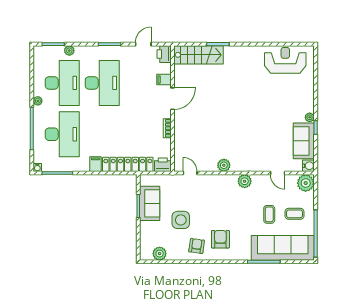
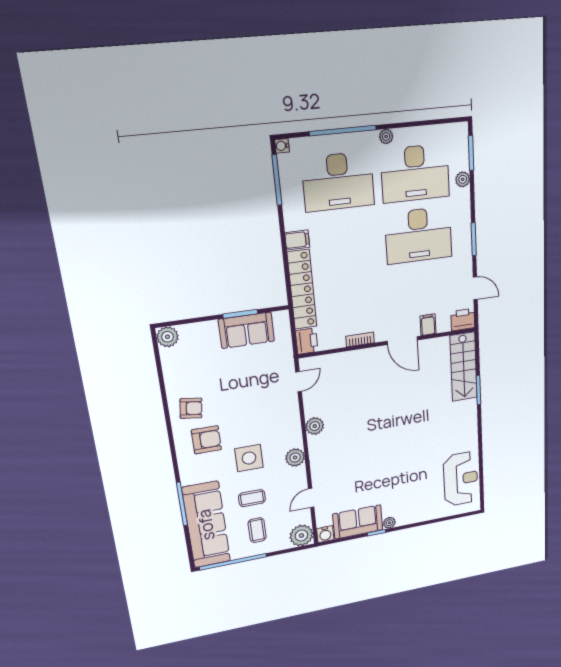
side table: (181, 220) -> (249, 458), moved
plant: (160, 254) -> (168, 337), moved

